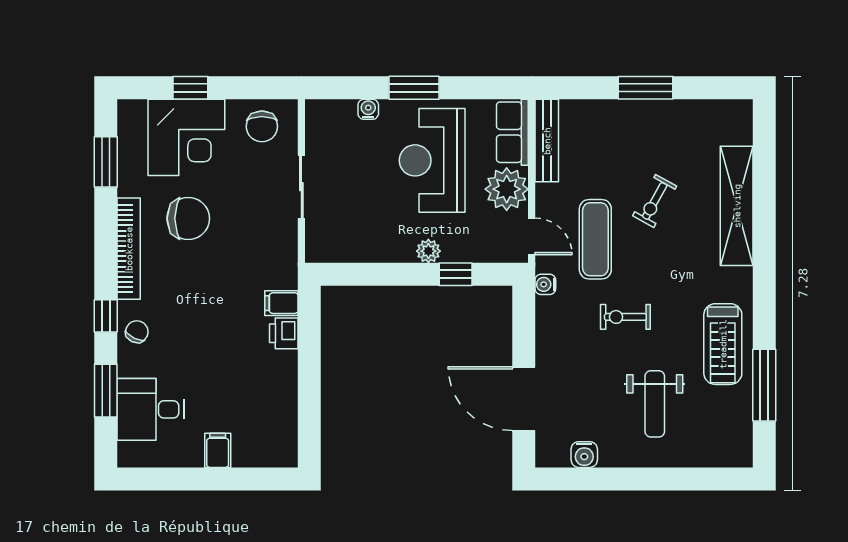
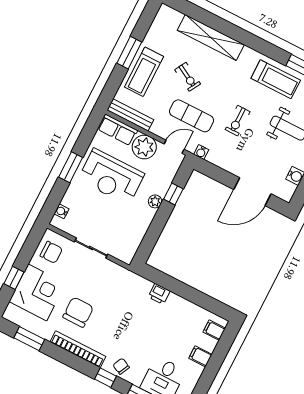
water cooler: (368, 109) -> (62, 211), moved
treadmill: (627, 127) -> (144, 72), added
filing cabinet: (281, 303) -> (214, 330), moved, turned 90

